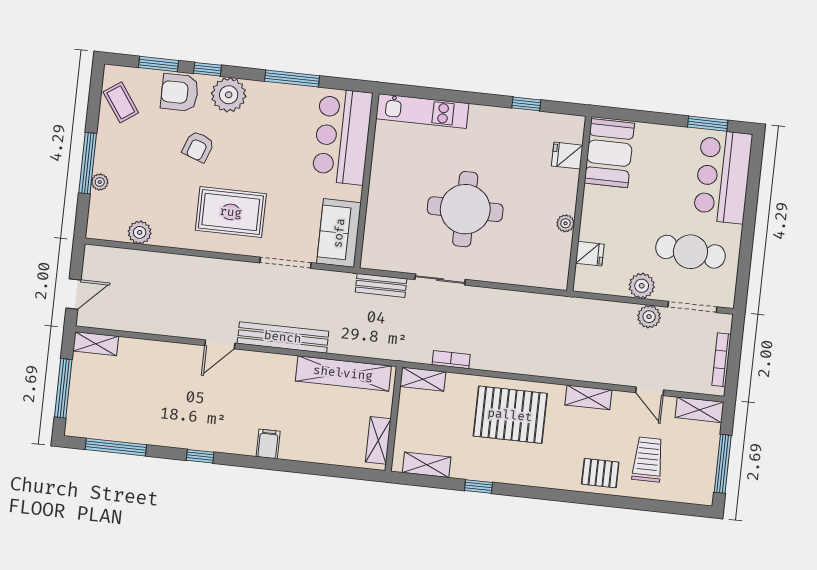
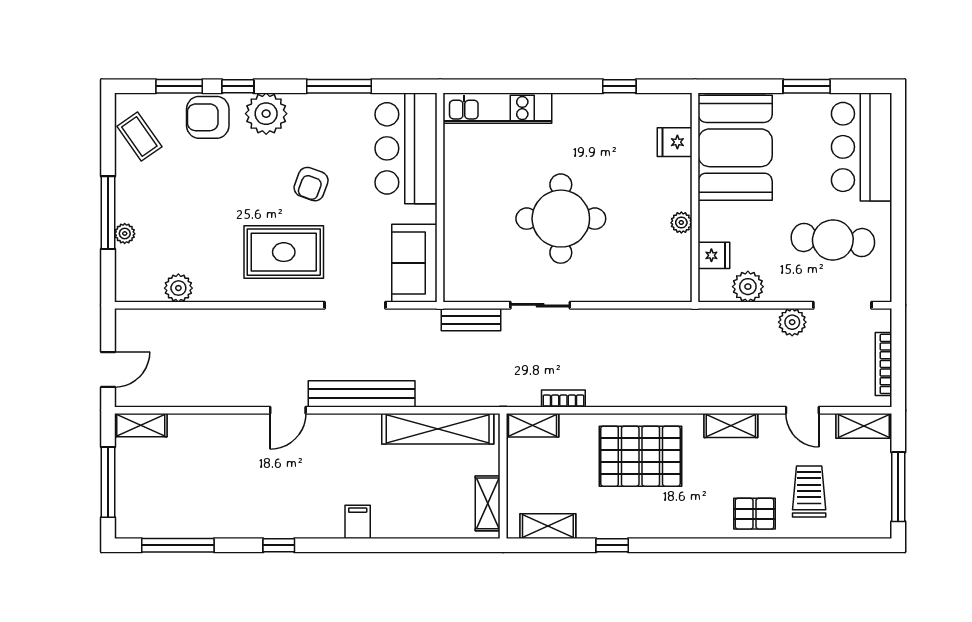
window: (708, 124) -> (807, 86), moved
armchair: (198, 147) -> (311, 184), moved
booth: (609, 153) -> (735, 148), width x1.36, depth x1.42
plant: (642, 286) -> (748, 287), moved

